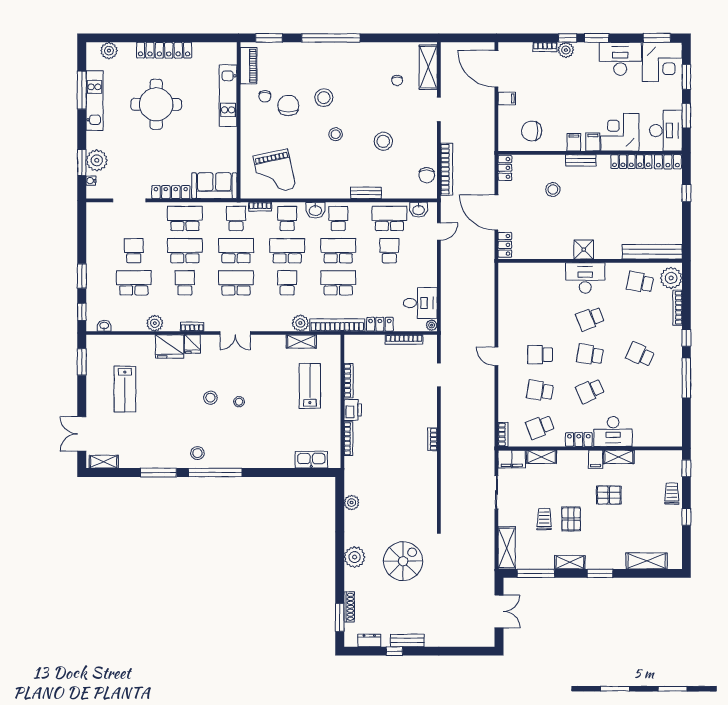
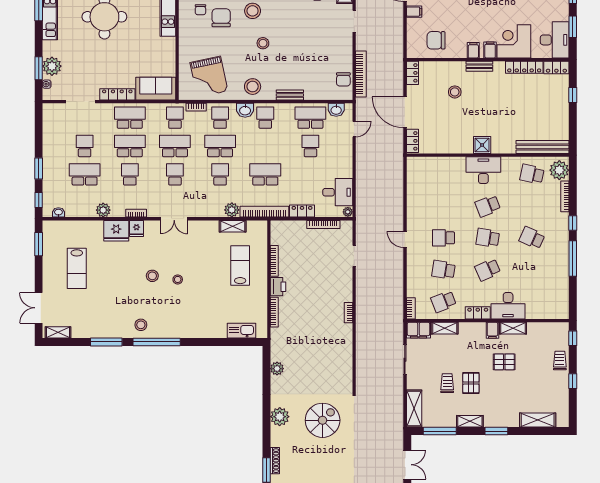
stool: (383, 141) -> (253, 87), moved
school desk: (338, 251) -> (265, 146), removed
school desk: (236, 283) -> (175, 174), width x0.54

